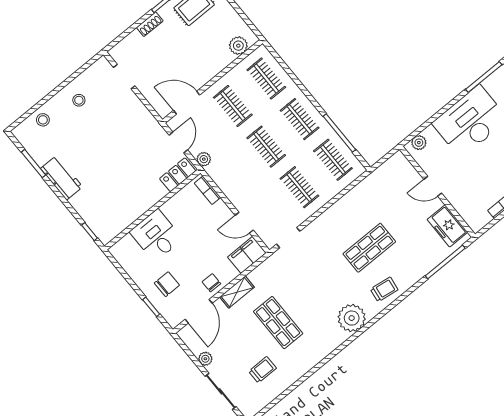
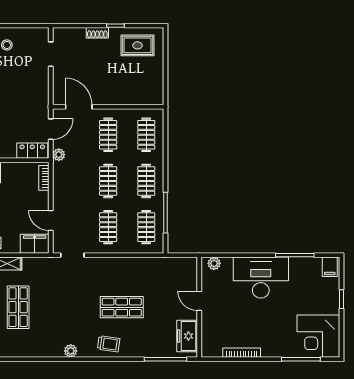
plant: (238, 46) -> (146, 97), removed
plant: (352, 318) -> (71, 351), width x0.53, depth x0.53

